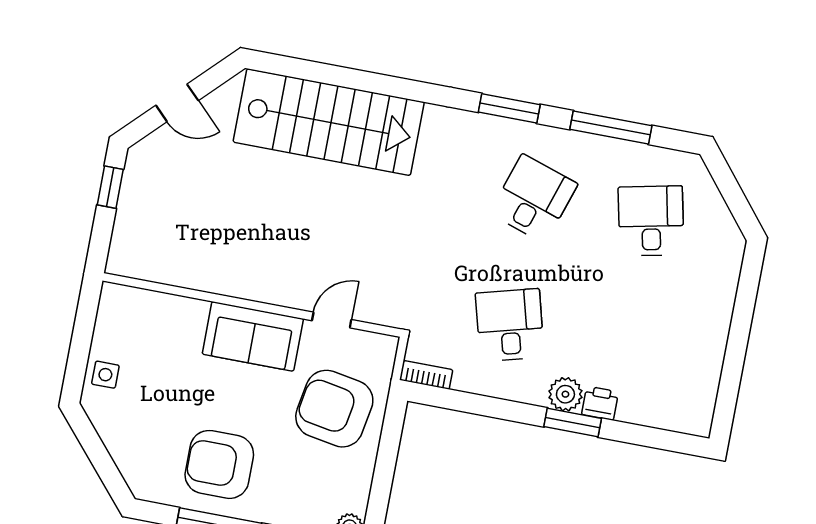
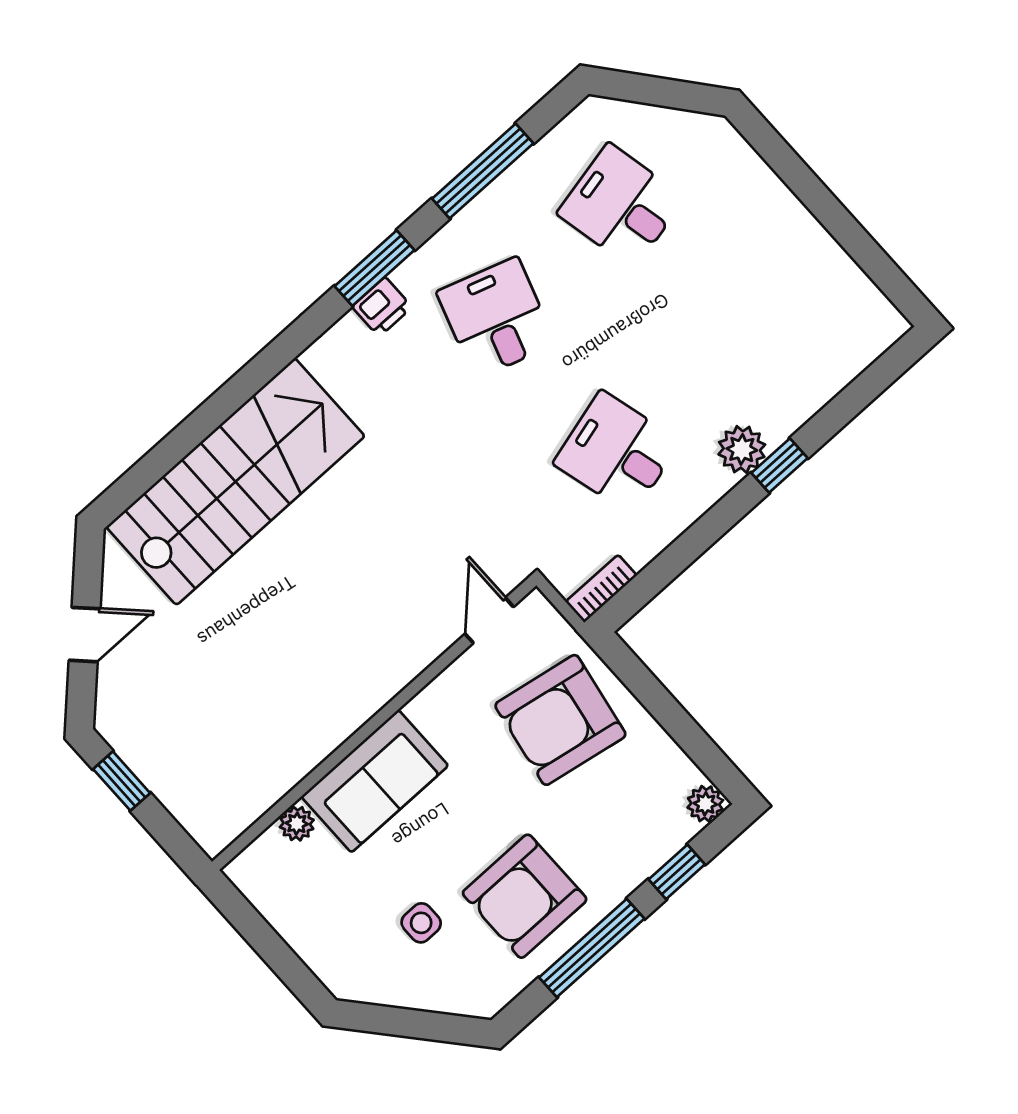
plant: (162, 304) -> (297, 824), added
door: (332, 320) -> (489, 620), moved
sofa: (253, 336) -> (375, 781), moved
side table: (105, 375) -> (421, 923), moved
printer: (600, 403) -> (382, 307), moved, turned 180
window: (573, 422) -> (779, 466), width x0.67

